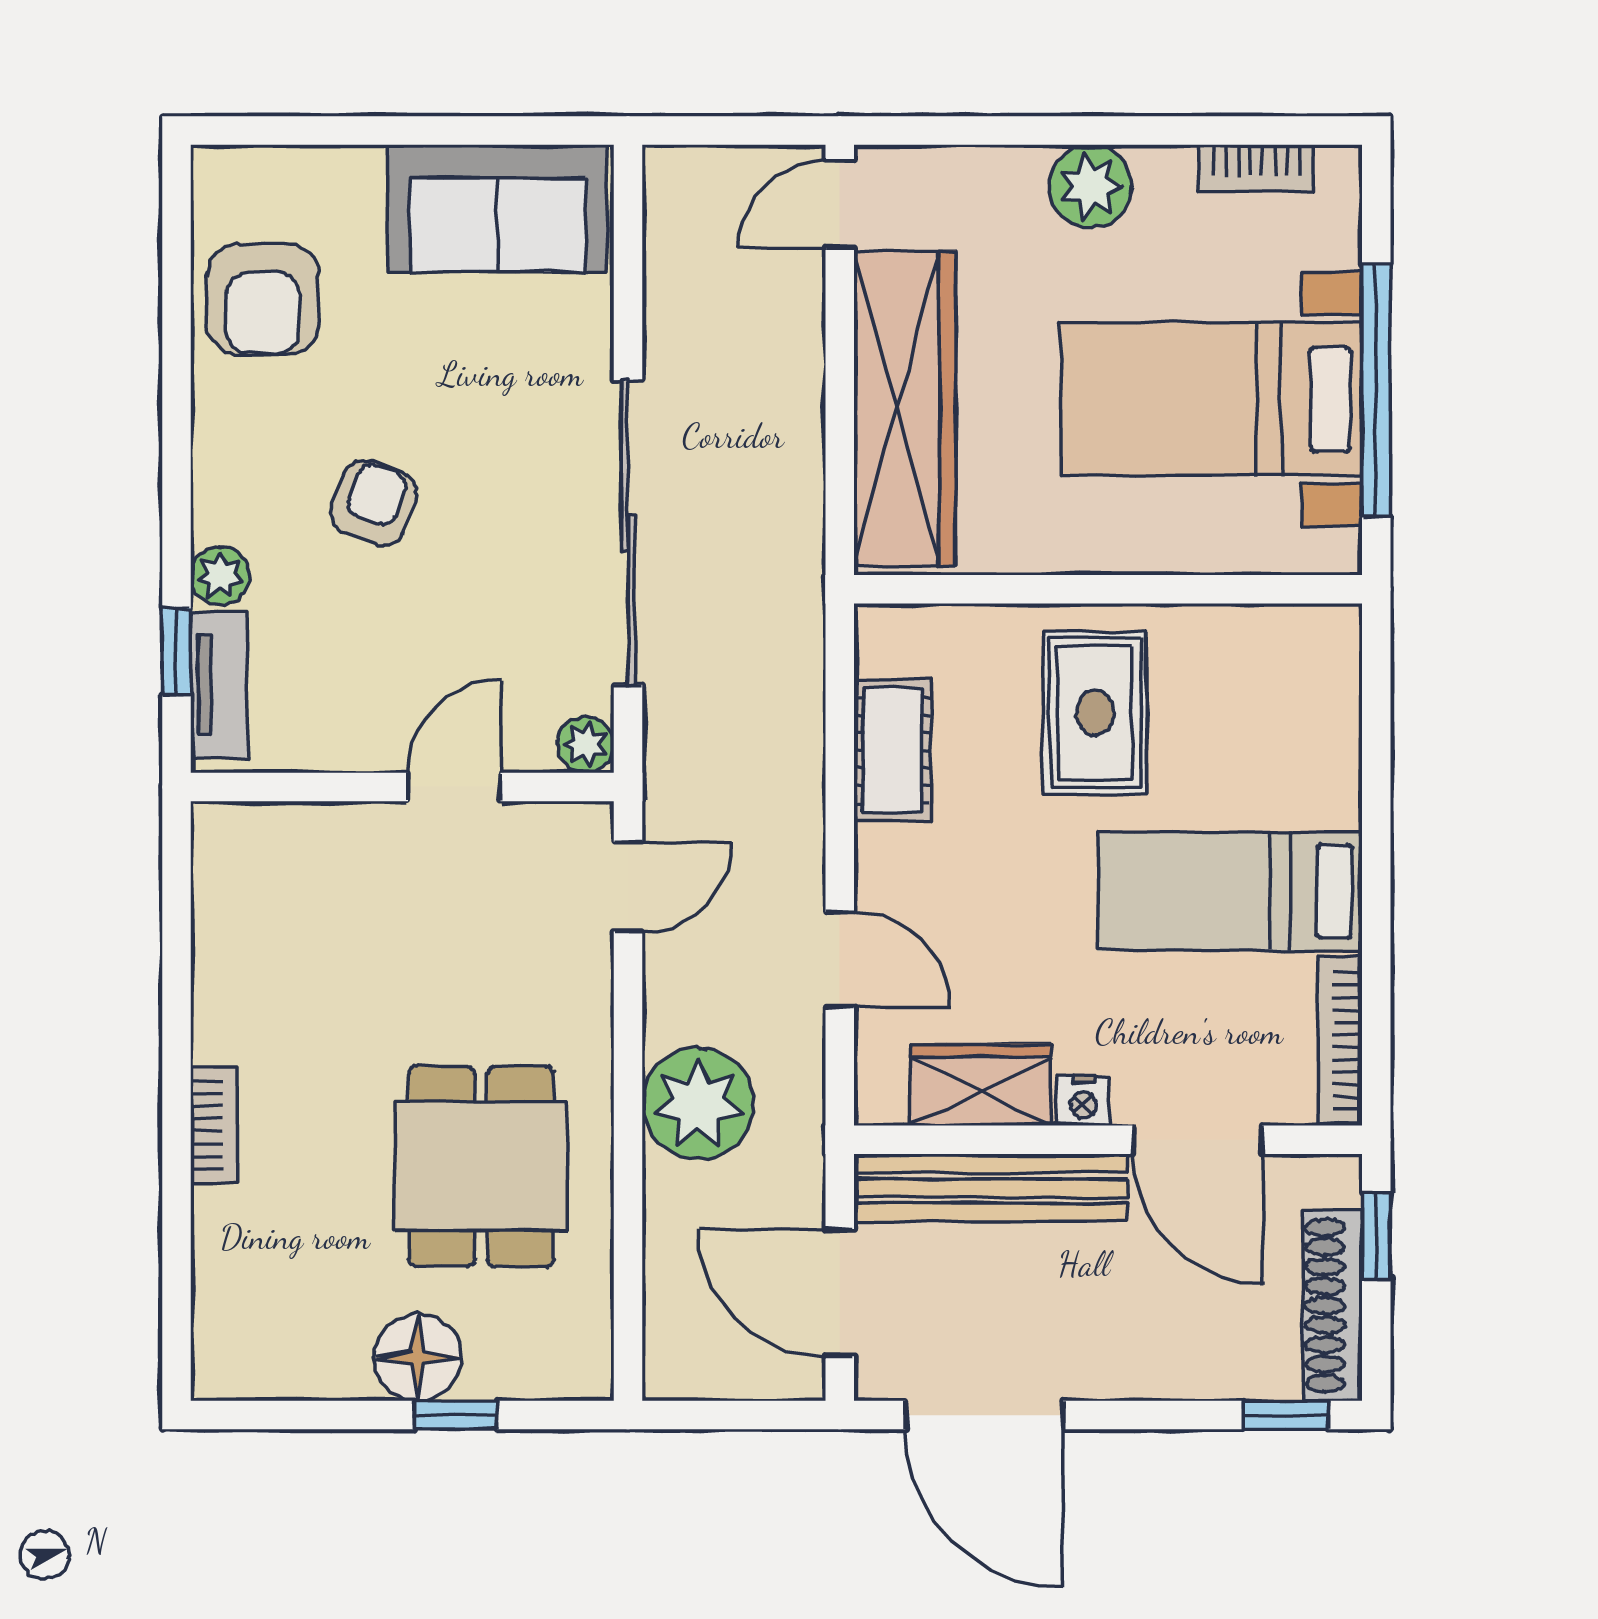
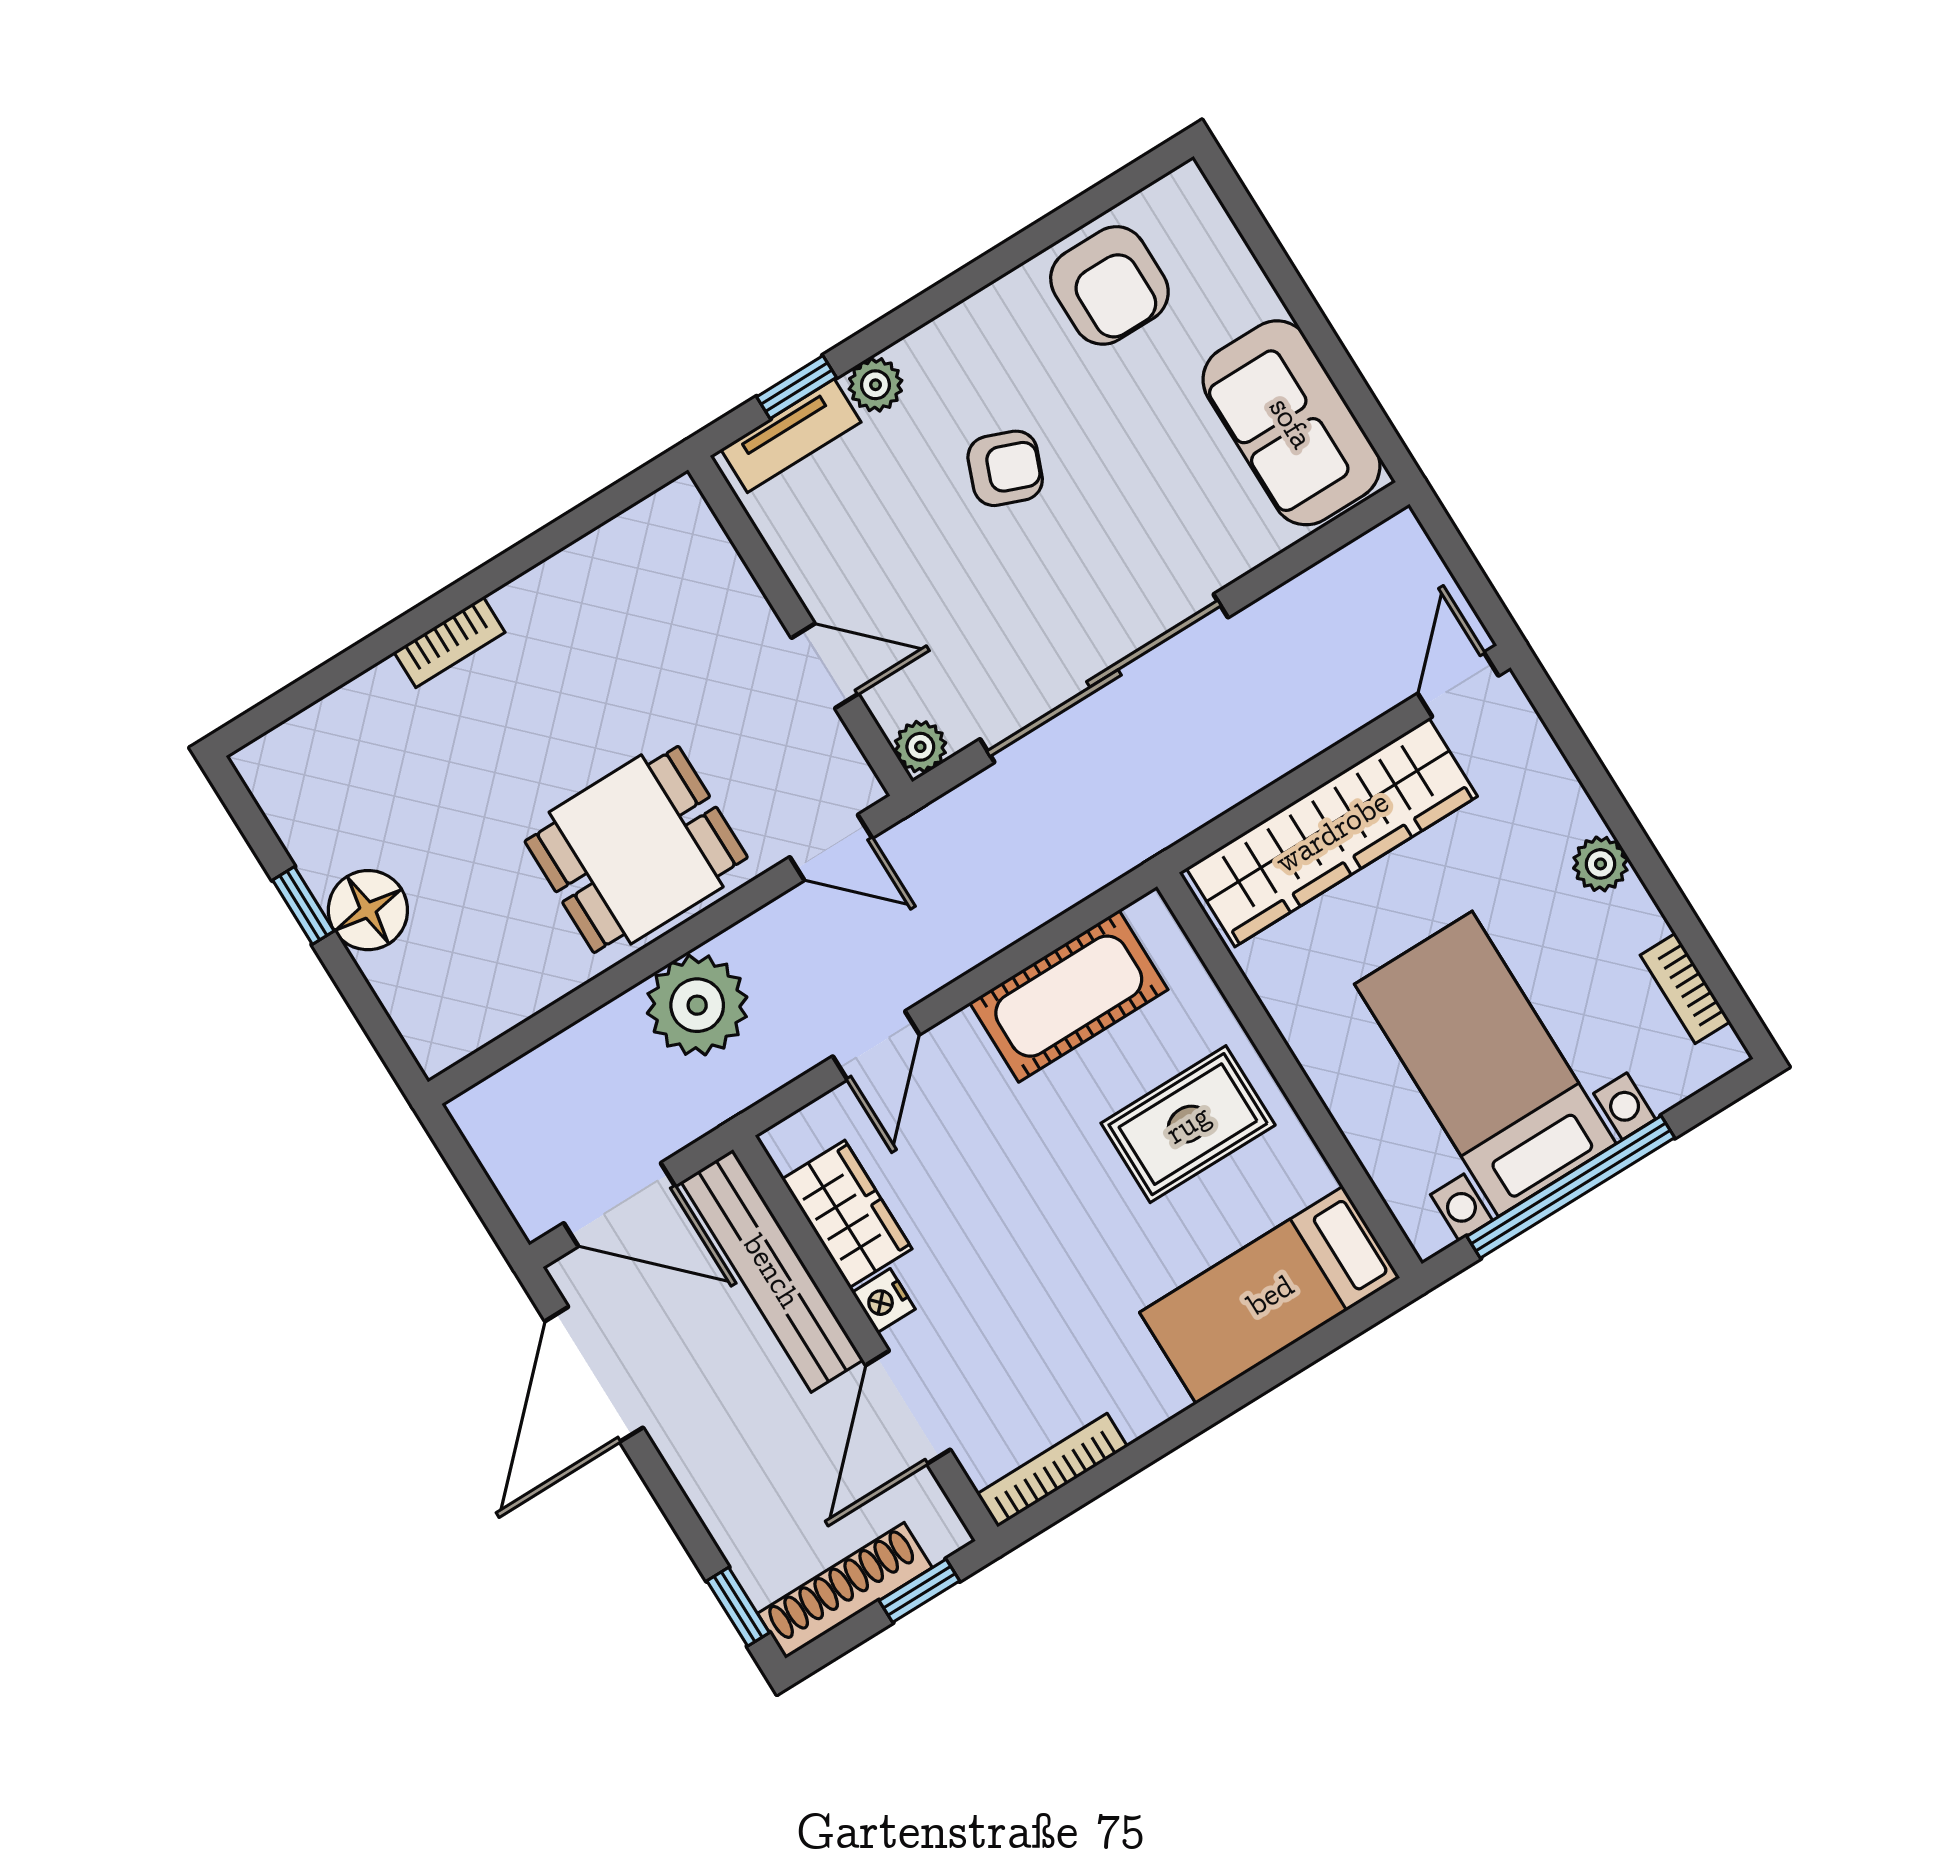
plant: (1091, 186) -> (1600, 864), width x0.73, depth x0.73
door: (840, 204) -> (1458, 685), hinge flipped
armchair: (263, 299) -> (1109, 285), turned -90
cot: (892, 750) -> (1069, 996), width x1.37, depth x1.34
bed: (1230, 892) -> (1270, 1295), moved, turned -90
dining table: (481, 1166) -> (636, 849), moved
door: (840, 1293) -> (619, 1205), swing flipped
window: (455, 1415) -> (303, 906), moved

